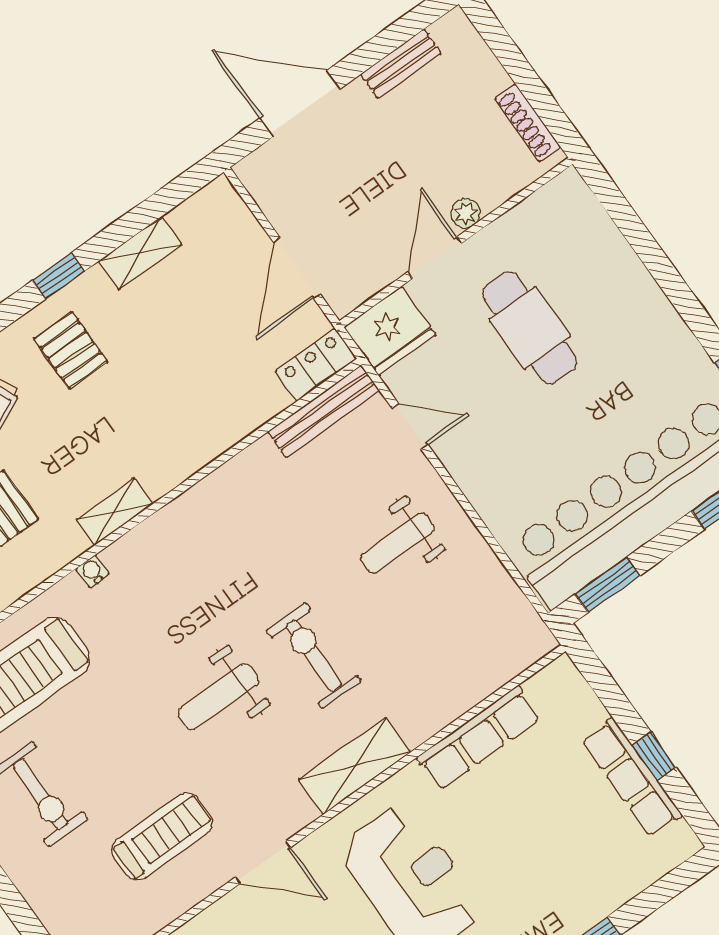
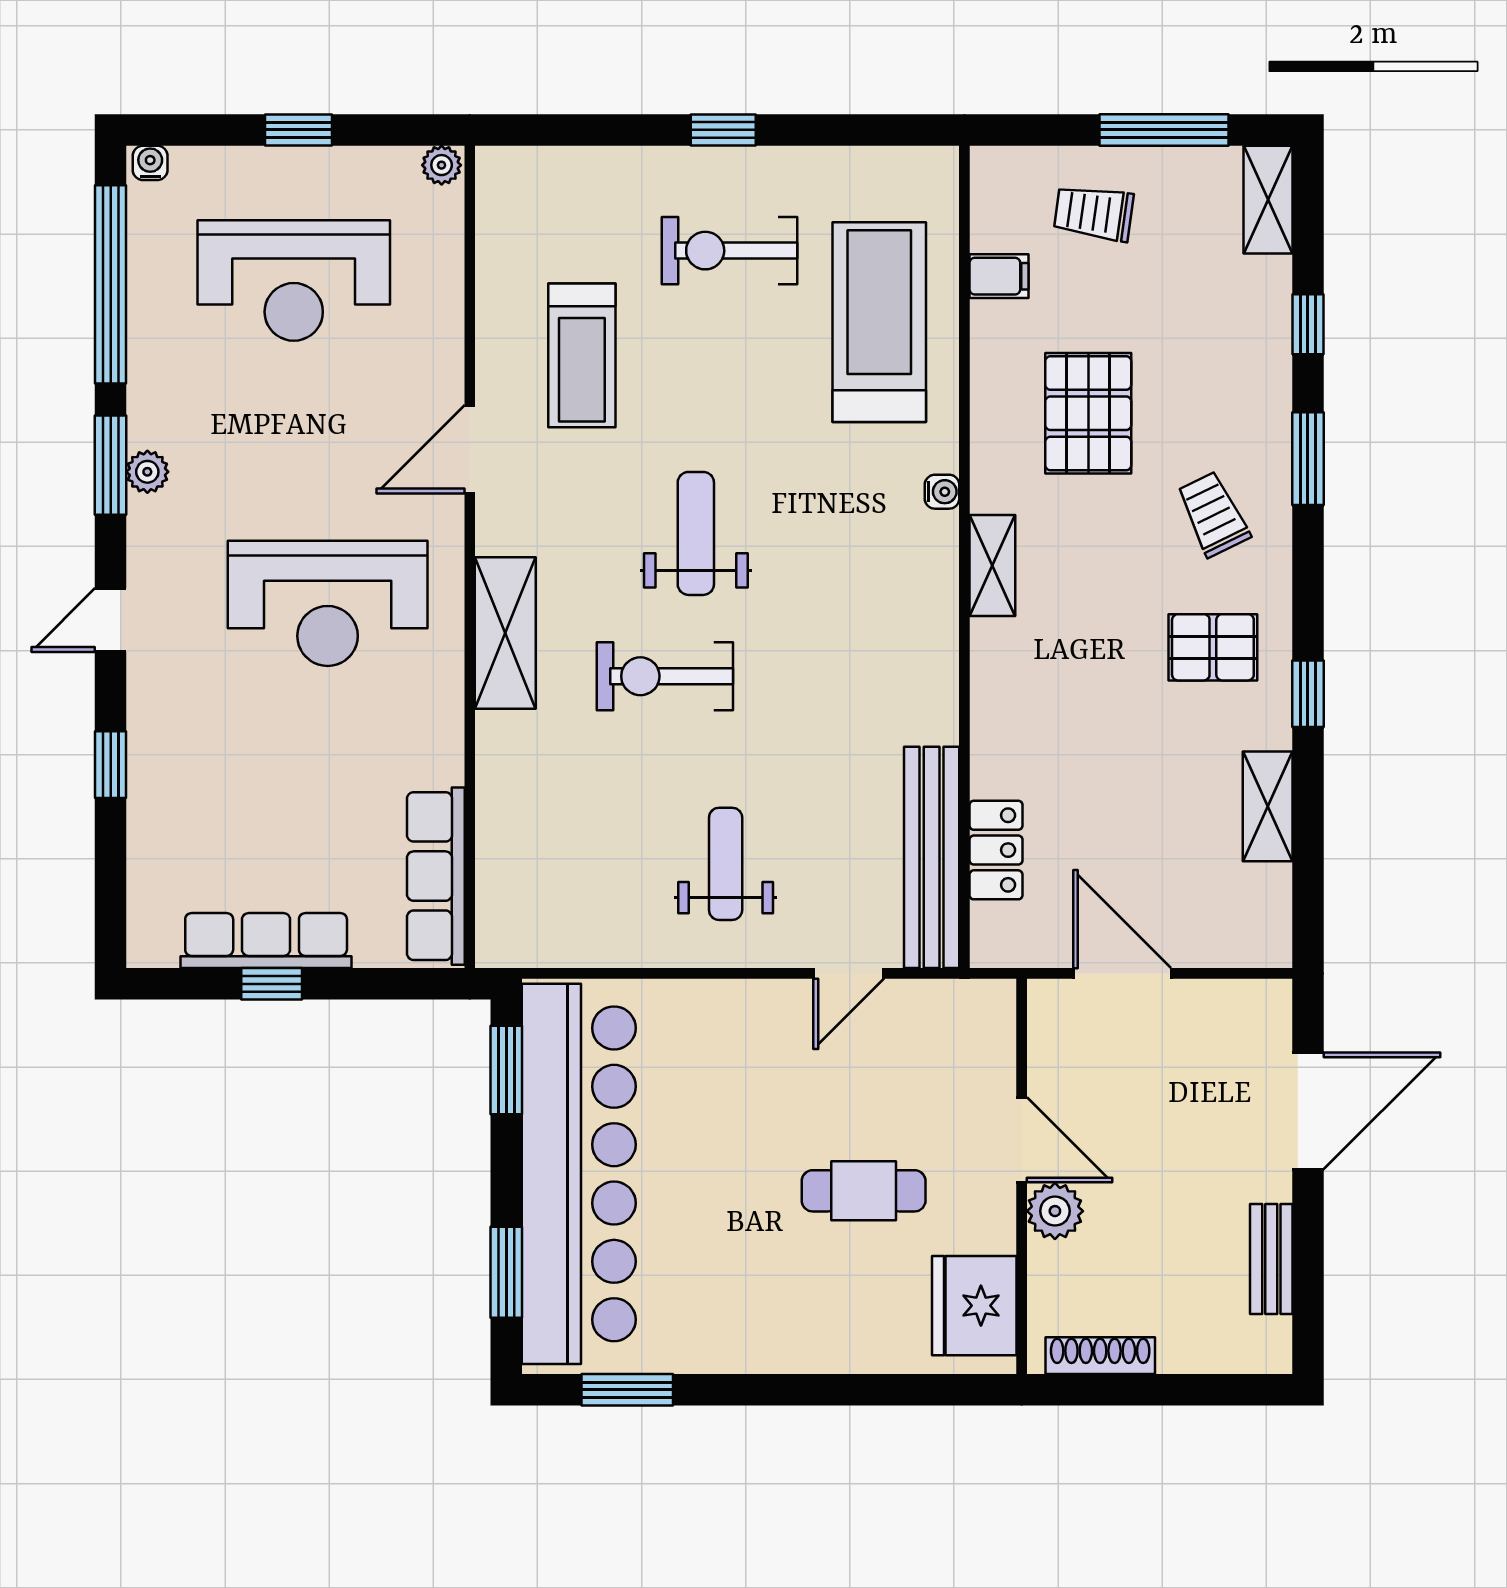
plant: (466, 213) -> (1055, 1211), width x1.38, depth x1.38
cafe table: (530, 328) -> (864, 1191), width x0.73, depth x0.74
fridge: (390, 331) -> (974, 1306), moved
locker: (316, 365) -> (996, 850), moved
bench: (324, 411) -> (932, 857), width x1.37, depth x1.21
exercise bike: (314, 656) -> (665, 676), turned 180
row of seats: (479, 738) -> (436, 876), moved

